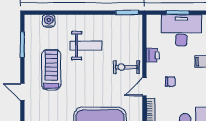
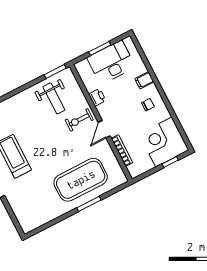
weight bench: (86, 46) -> (54, 98), moved, turned 90
chair: (170, 82) -> (148, 105), moved

